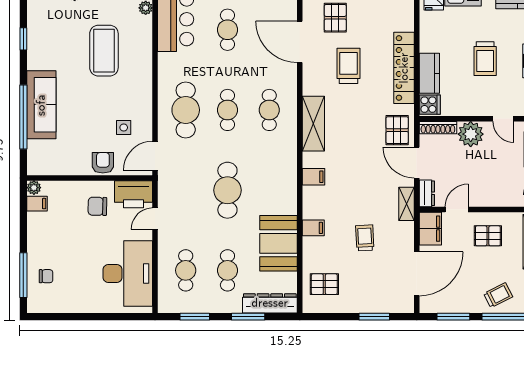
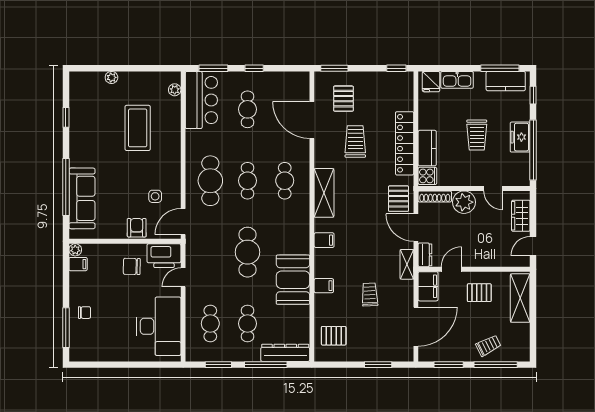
sofa: (41, 105) -> (82, 198), moved
booth: (279, 243) -> (293, 280), moved
chair: (46, 276) -> (84, 313), moved
window: (248, 317) -> (266, 365), width x1.44

